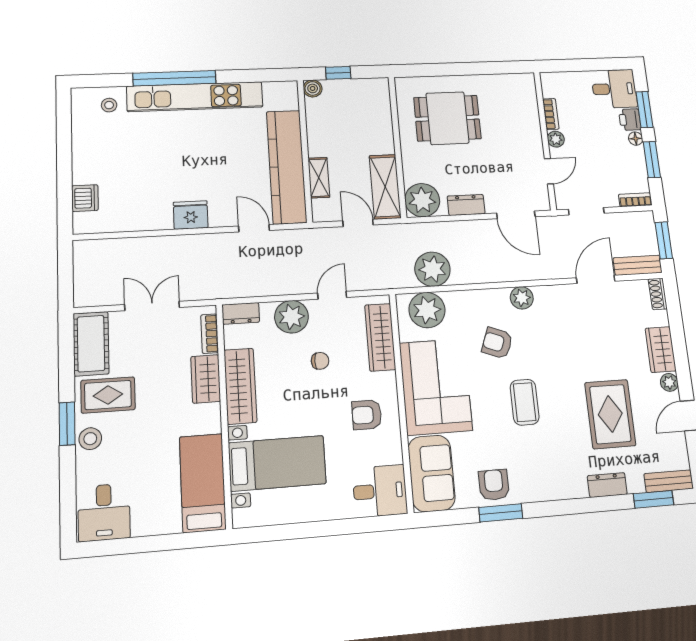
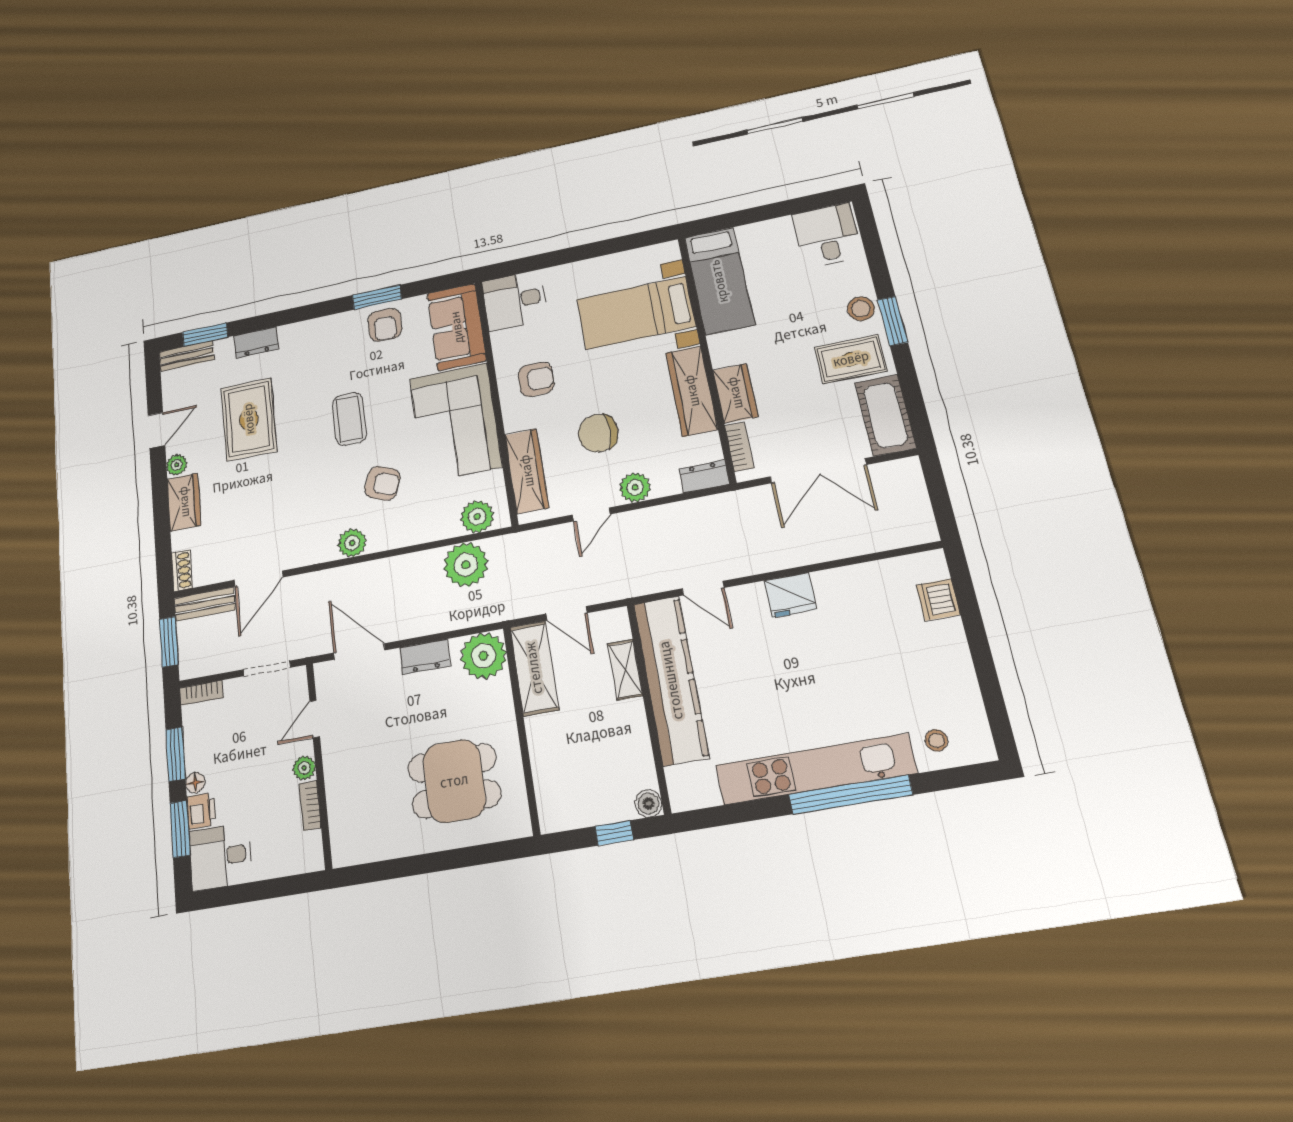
double door: (152, 306) -> (818, 471), width x1.37
plant: (427, 310) -> (477, 517), width x0.73, depth x0.73
plant: (291, 317) -> (635, 487), width x0.73, depth x0.73
chair: (320, 361) -> (598, 433), width x1.87, depth x1.87

